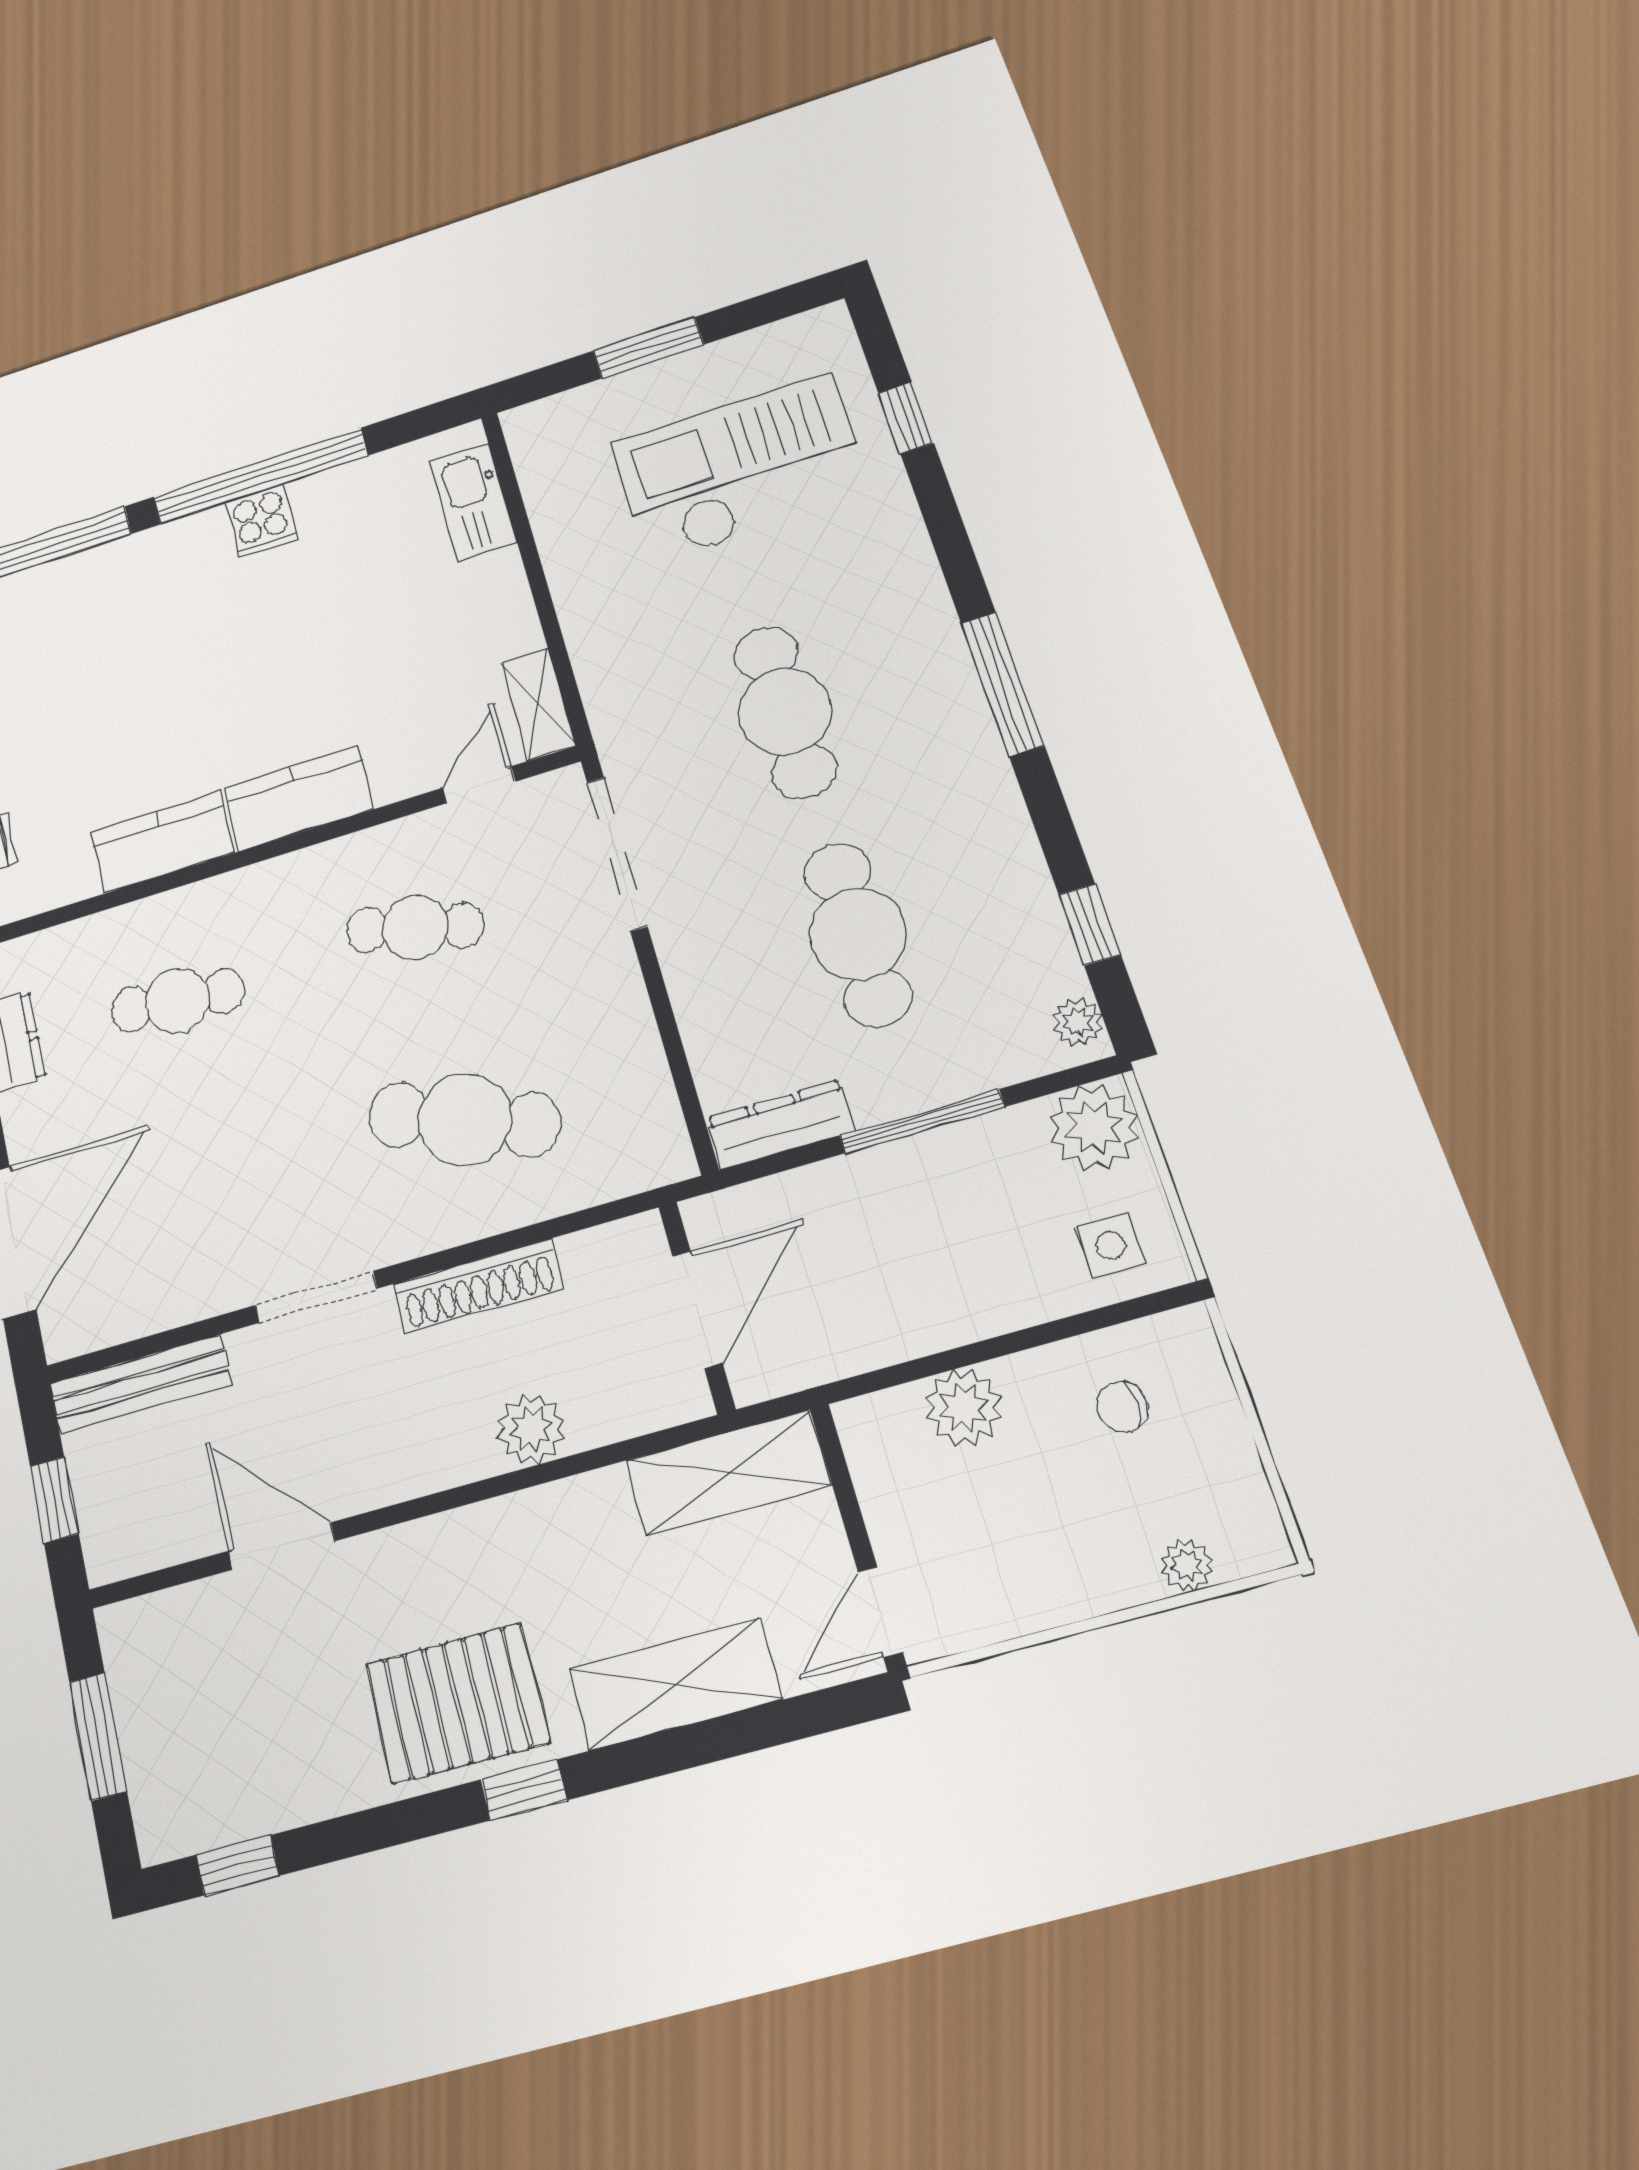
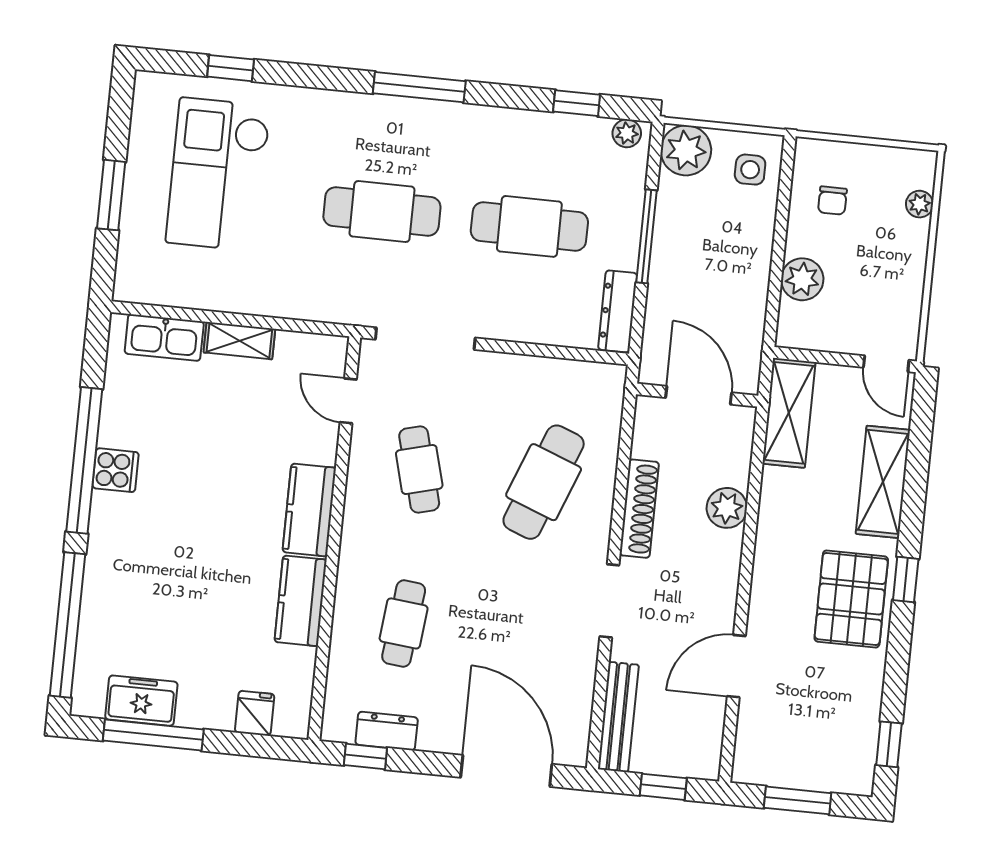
shelving: (538, 703) -> (239, 341), moved
cafe table: (415, 928) -> (419, 470), turned -30

